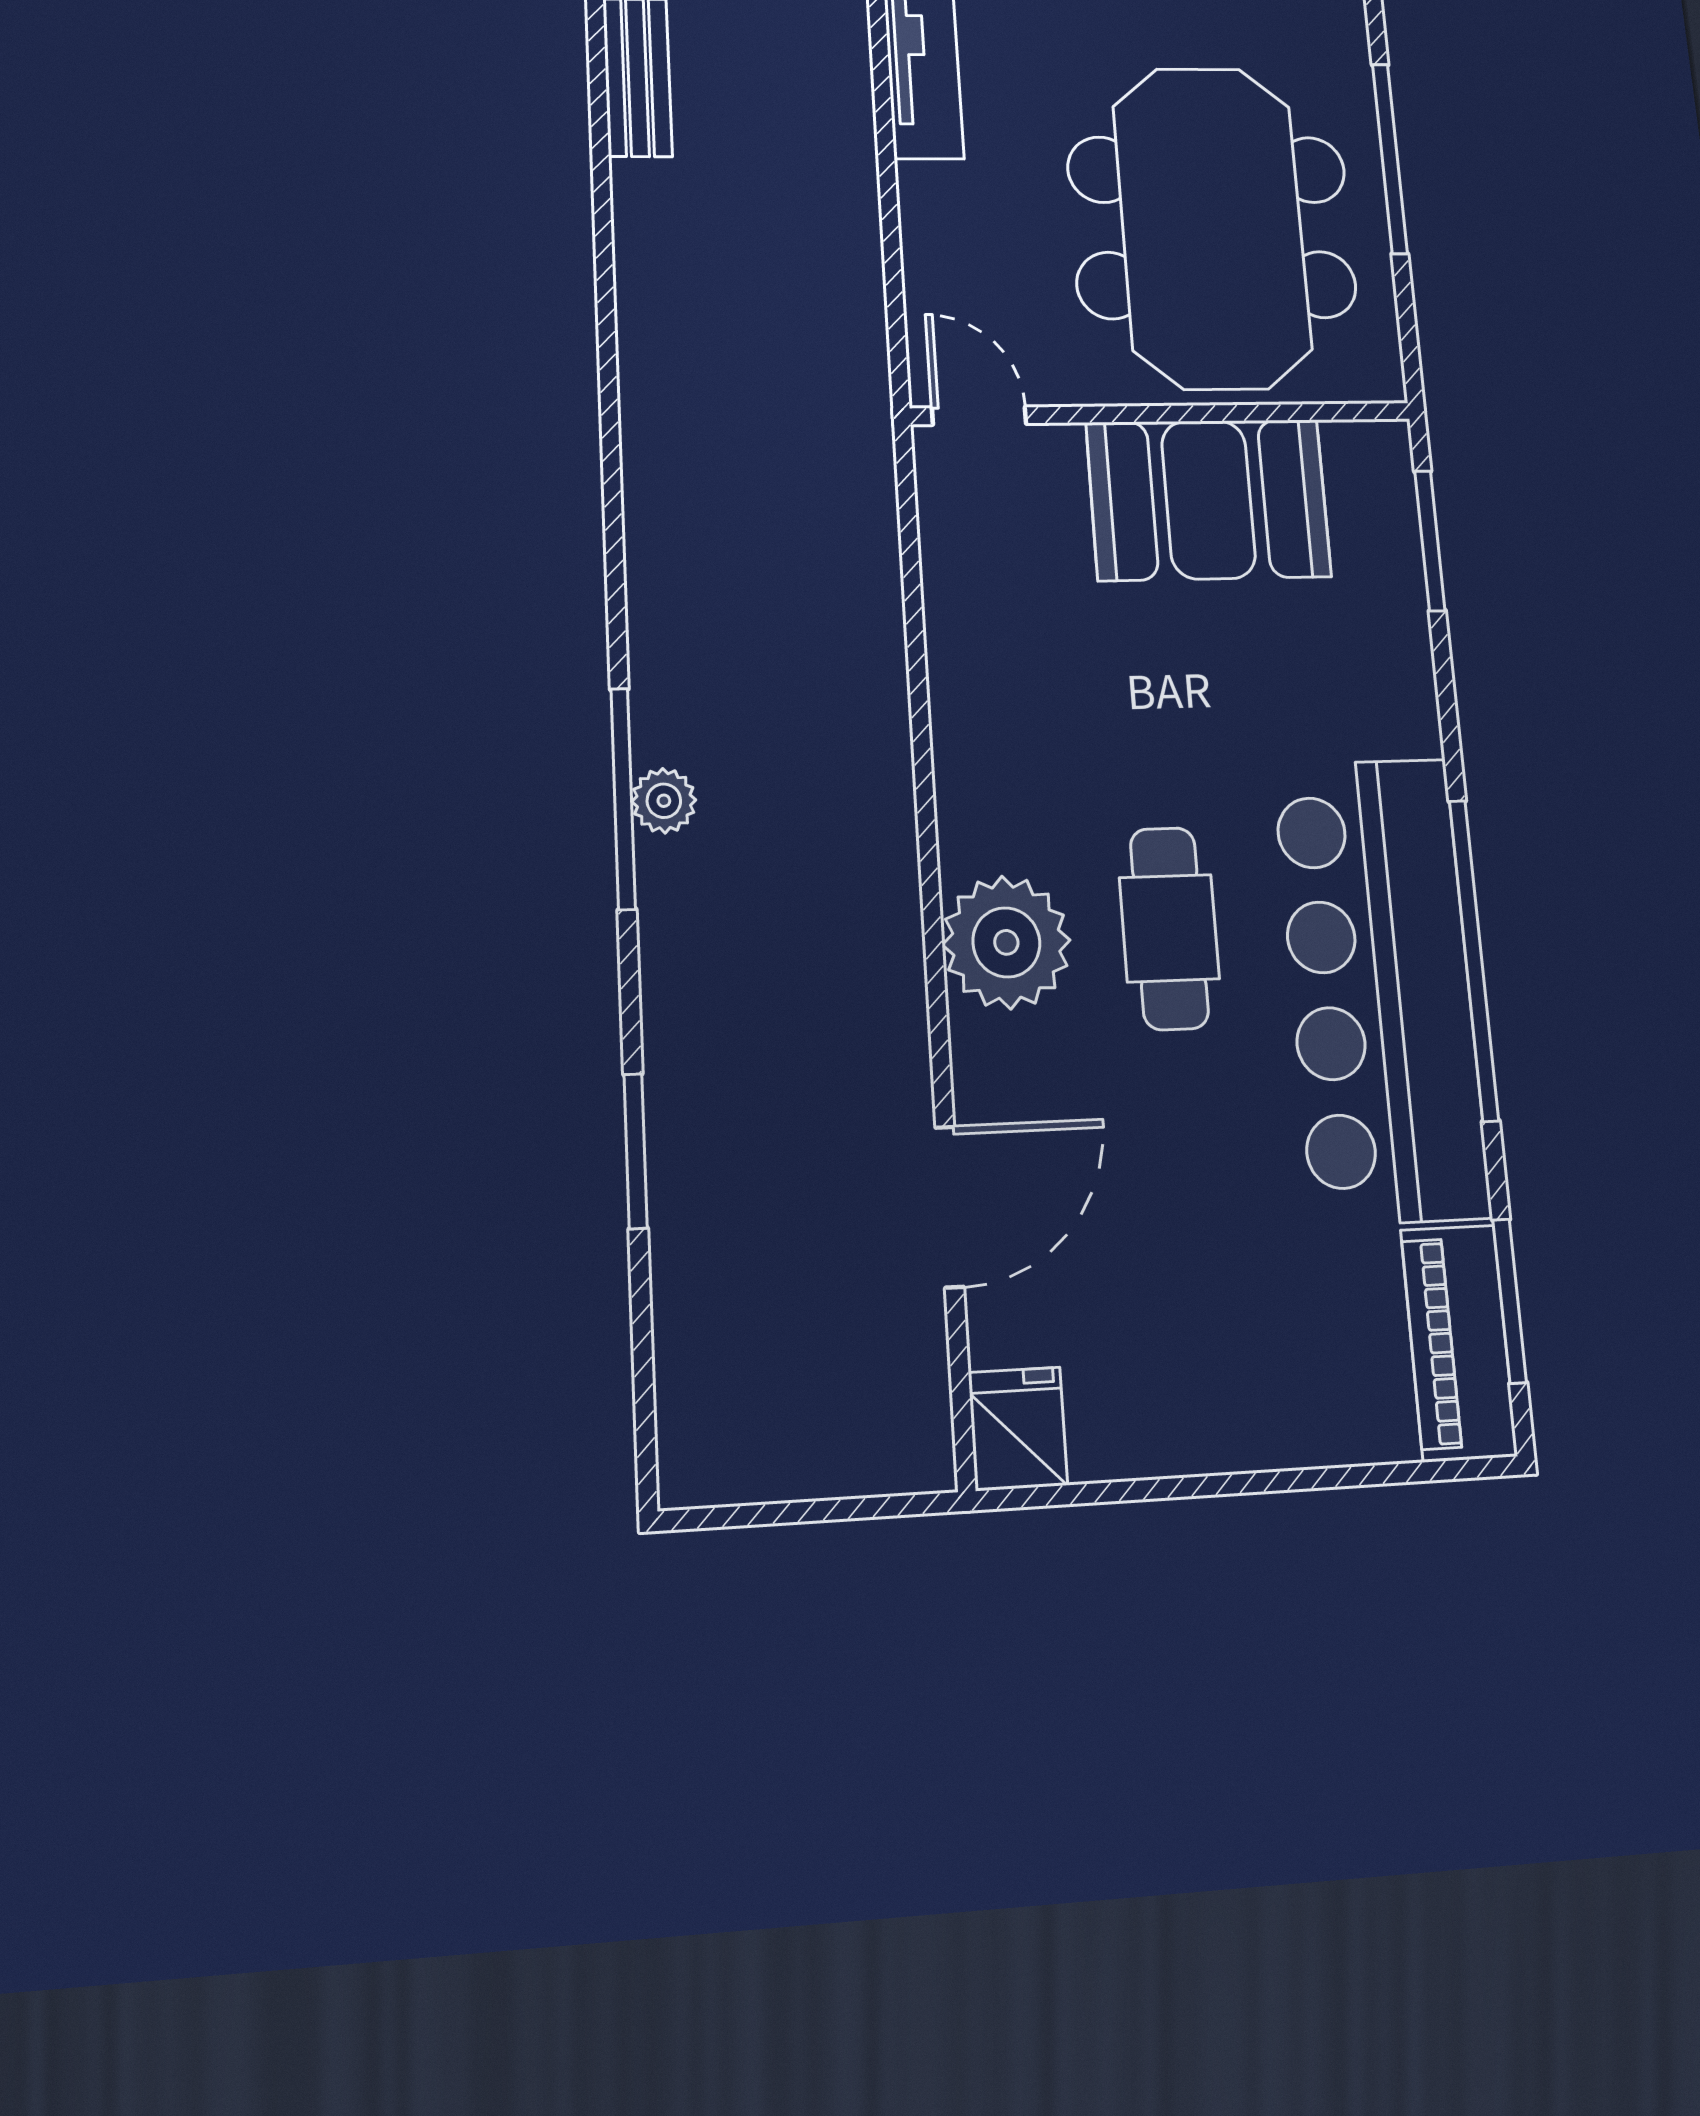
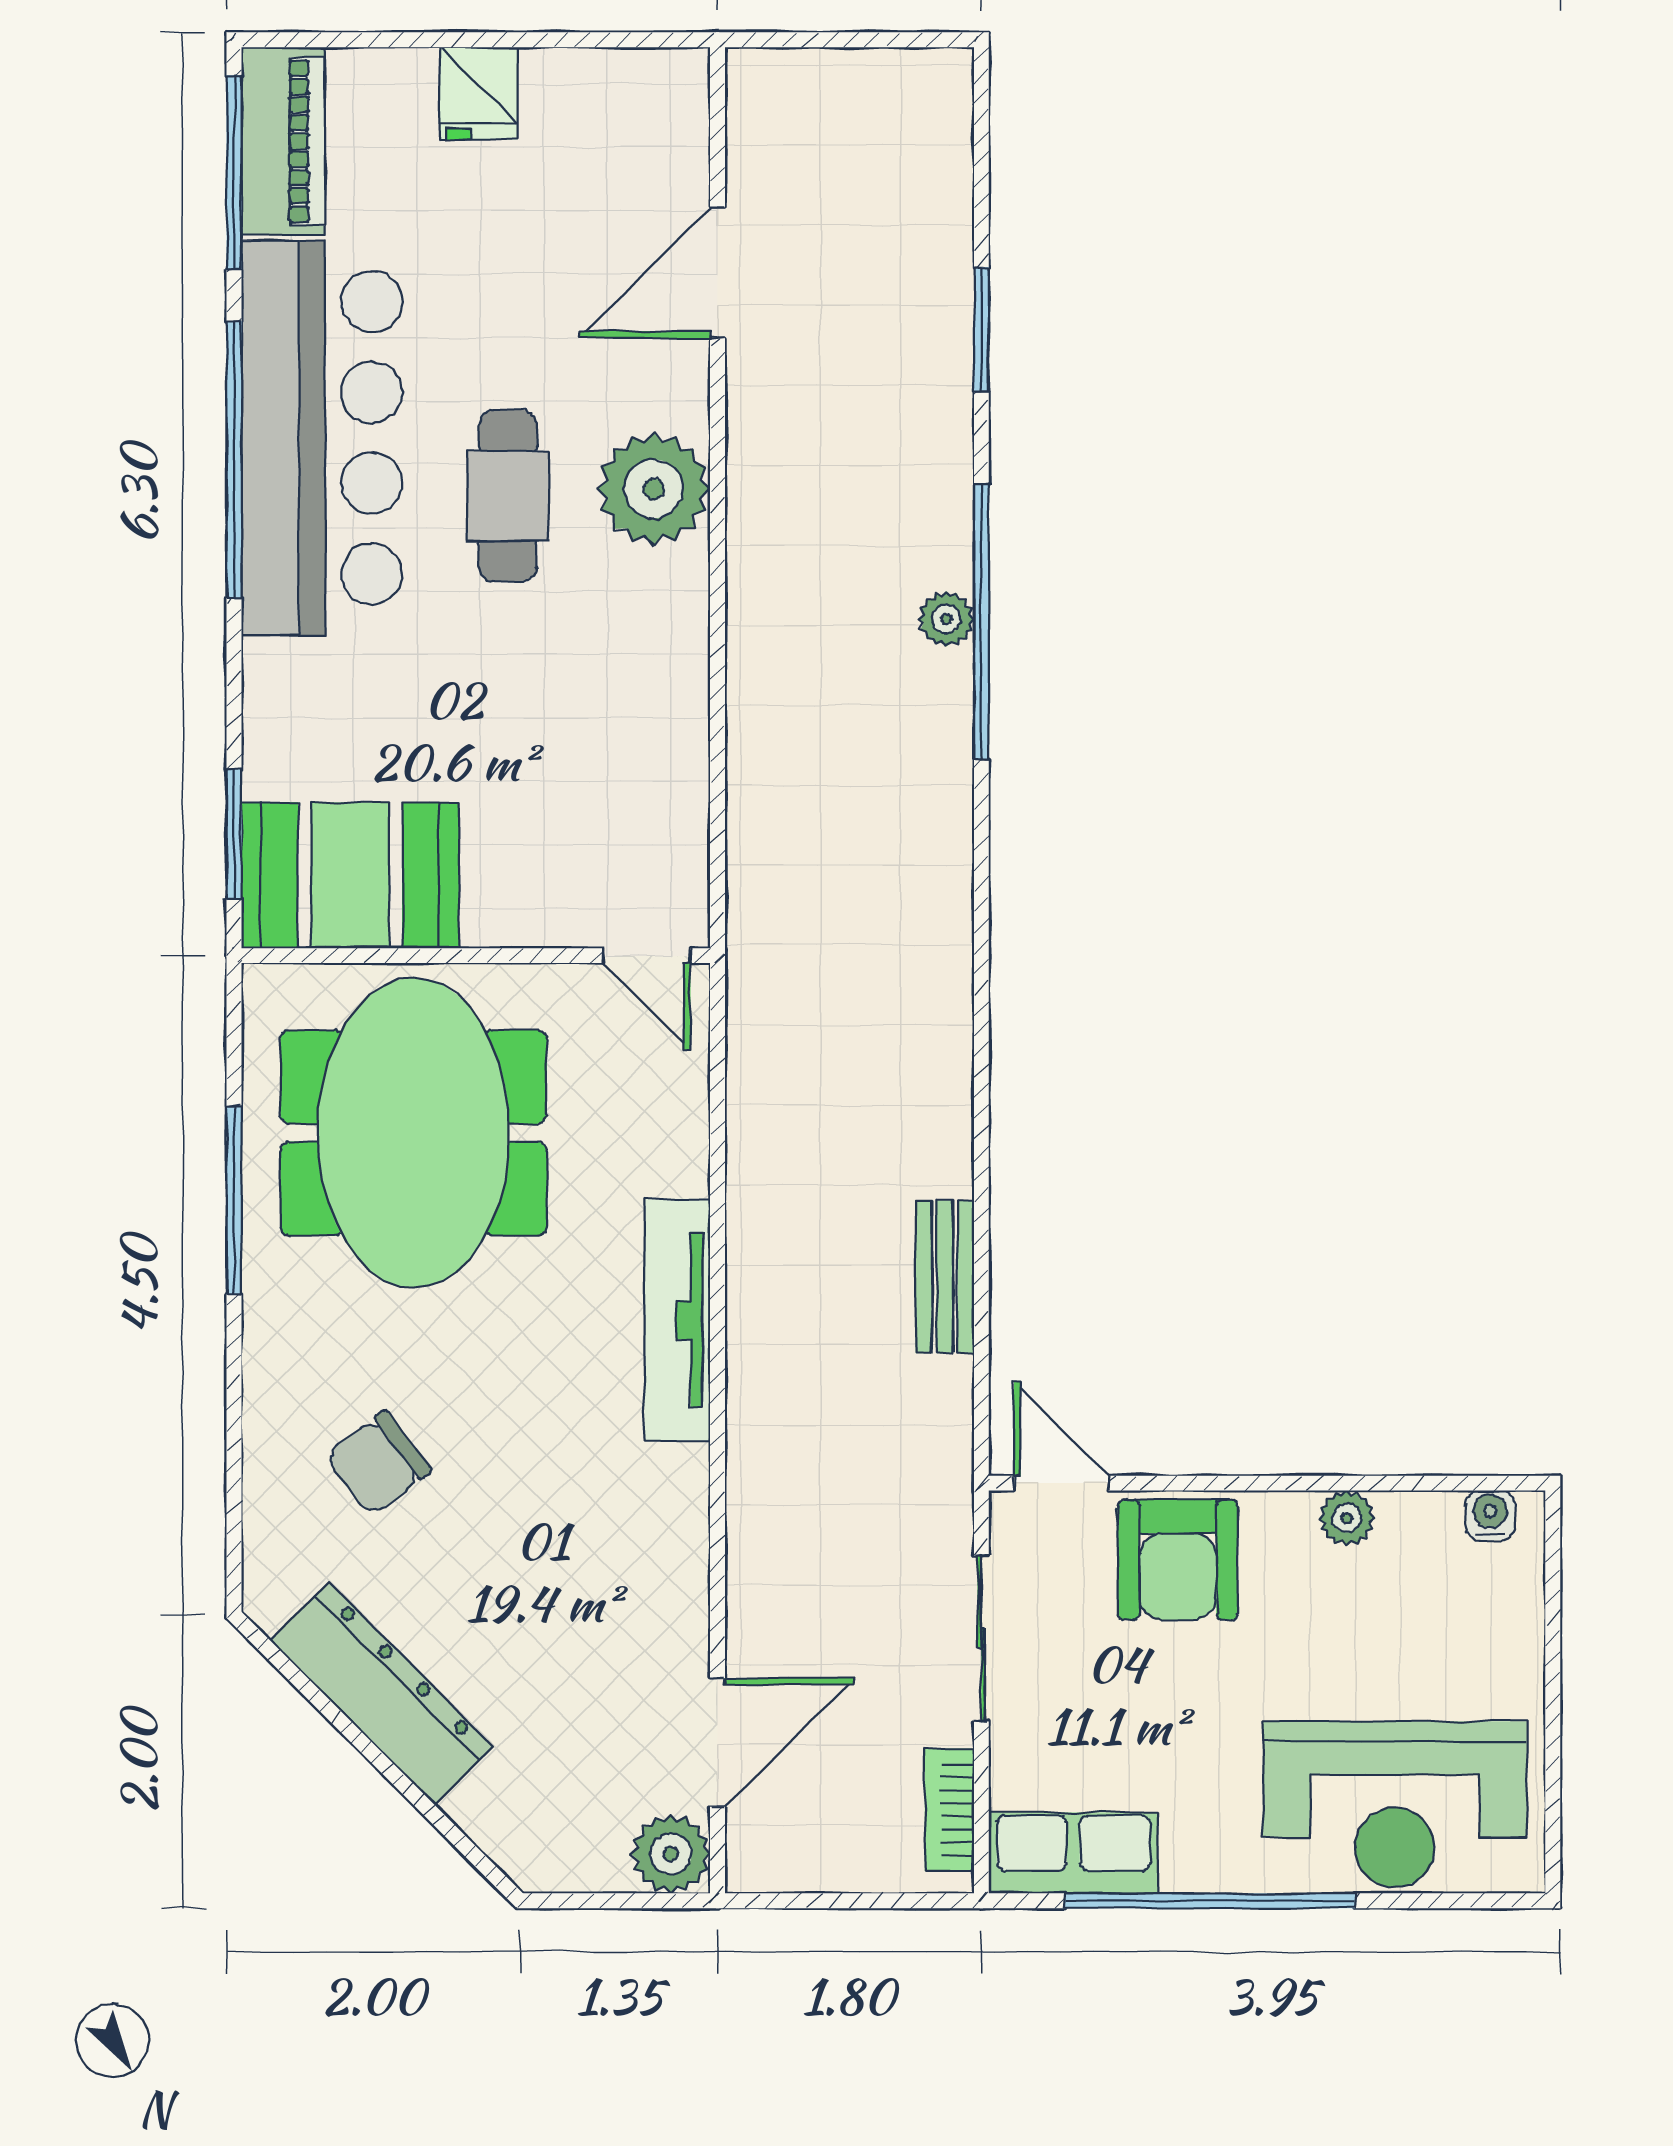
booth: (1208, 500) -> (350, 875), moved
window: (623, 798) -> (981, 622), width x1.46
window: (1510, 1301) -> (234, 172), width x1.44
fridge: (1018, 1429) -> (479, 93), moved

